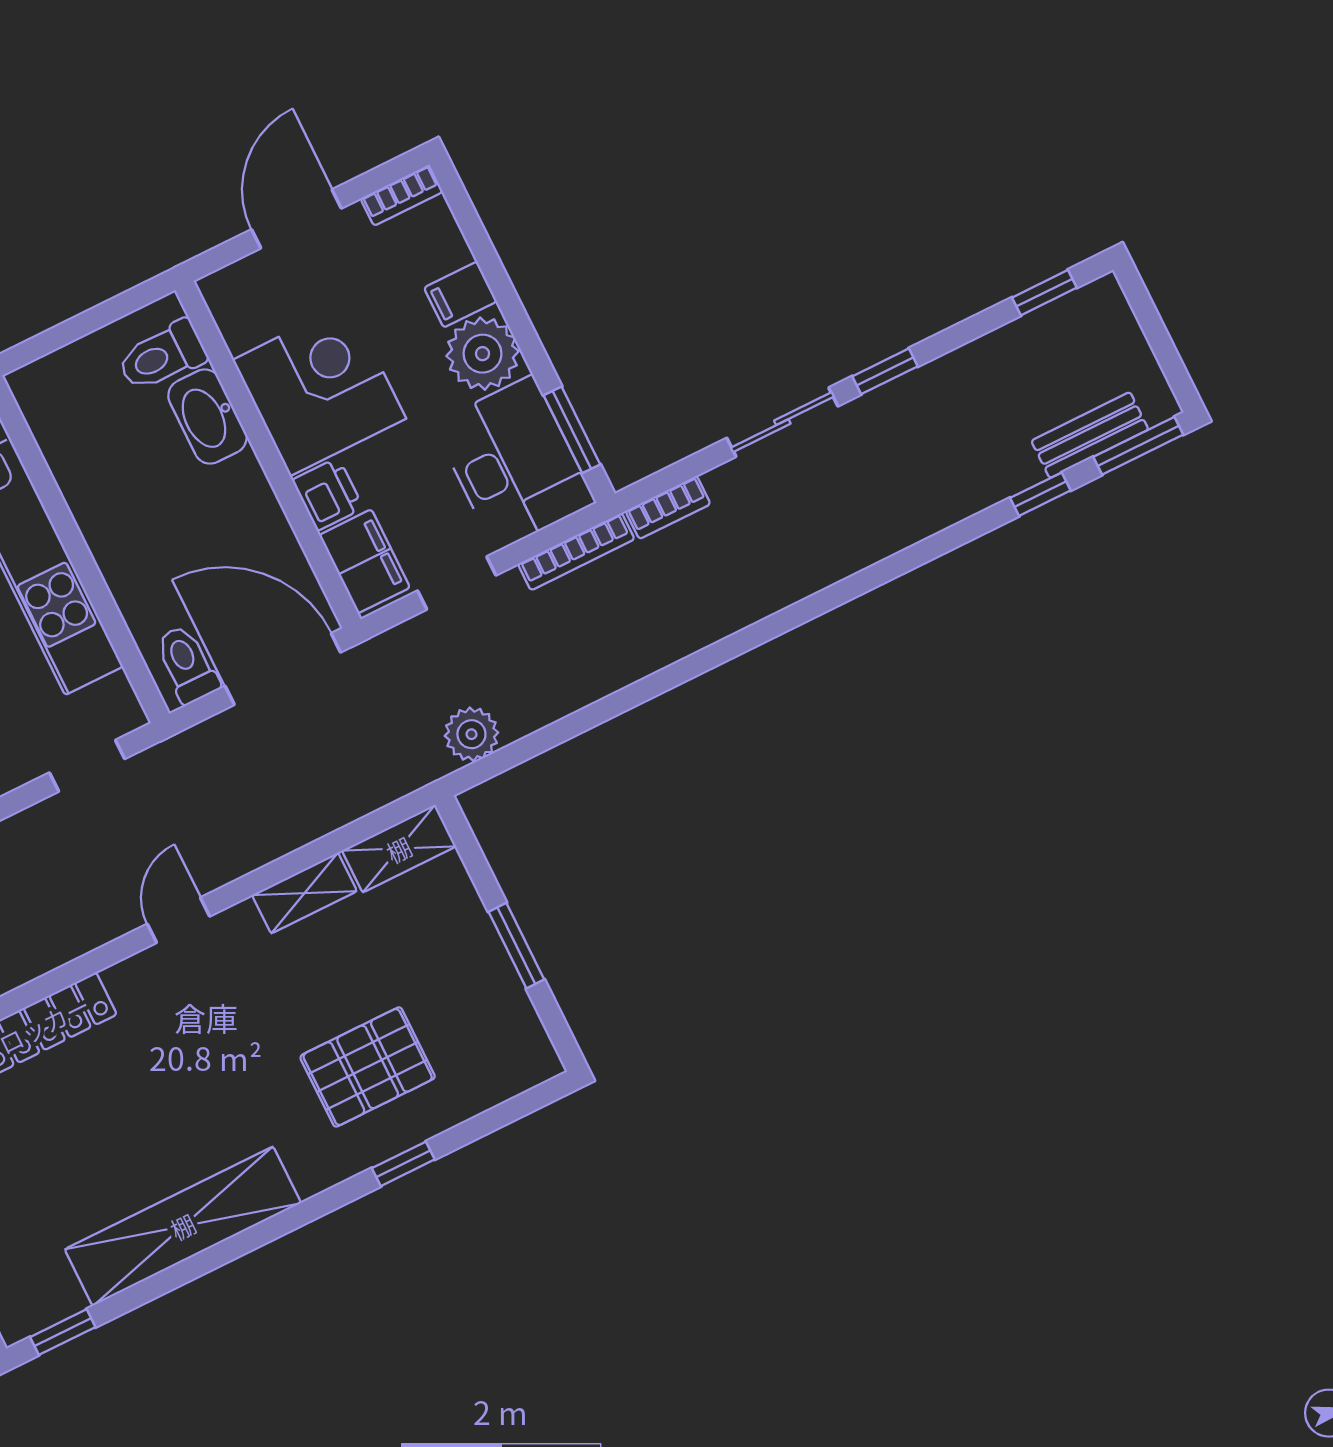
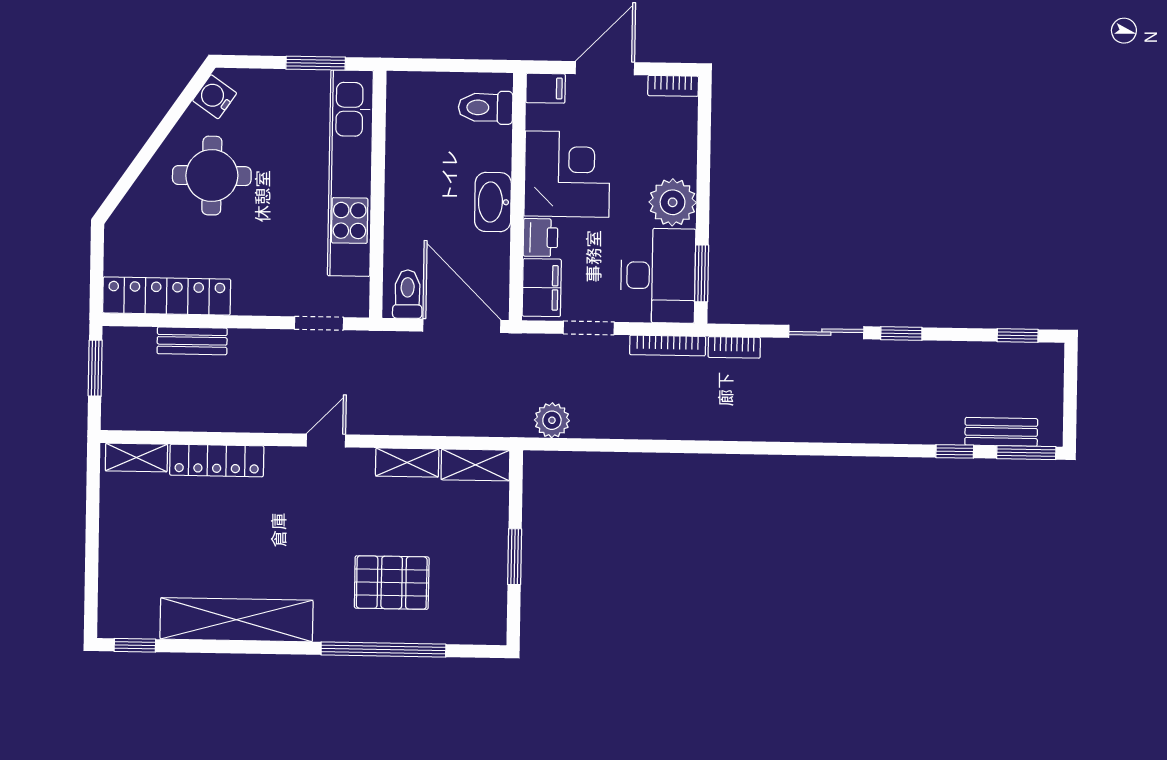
filing cabinet: (460, 294) -> (546, 88), moved, turned 180
washbasin: (207, 417) -> (493, 202), moved
window: (403, 1164) -> (383, 650), width x3.17

